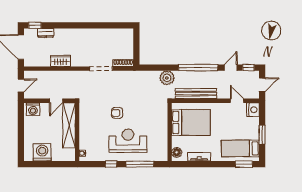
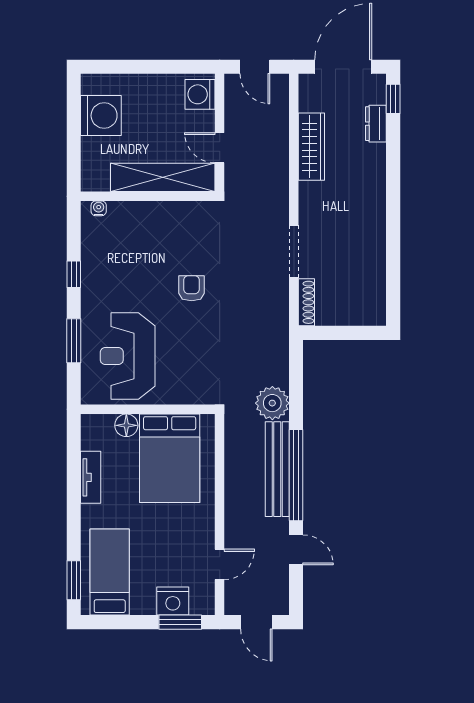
wardrobe: (61, 61) -> (311, 147), width x1.50
window: (248, 68) -> (296, 591), removed
bench: (196, 94) -> (277, 469), moved
nightstand: (253, 110) -> (173, 601), moved
window: (262, 135) -> (180, 622), moved
reception desk: (128, 141) -> (128, 356), moved, turned 180
floor lamp: (177, 152) -> (126, 425), moved
window: (140, 164) -> (74, 341), width x0.69

